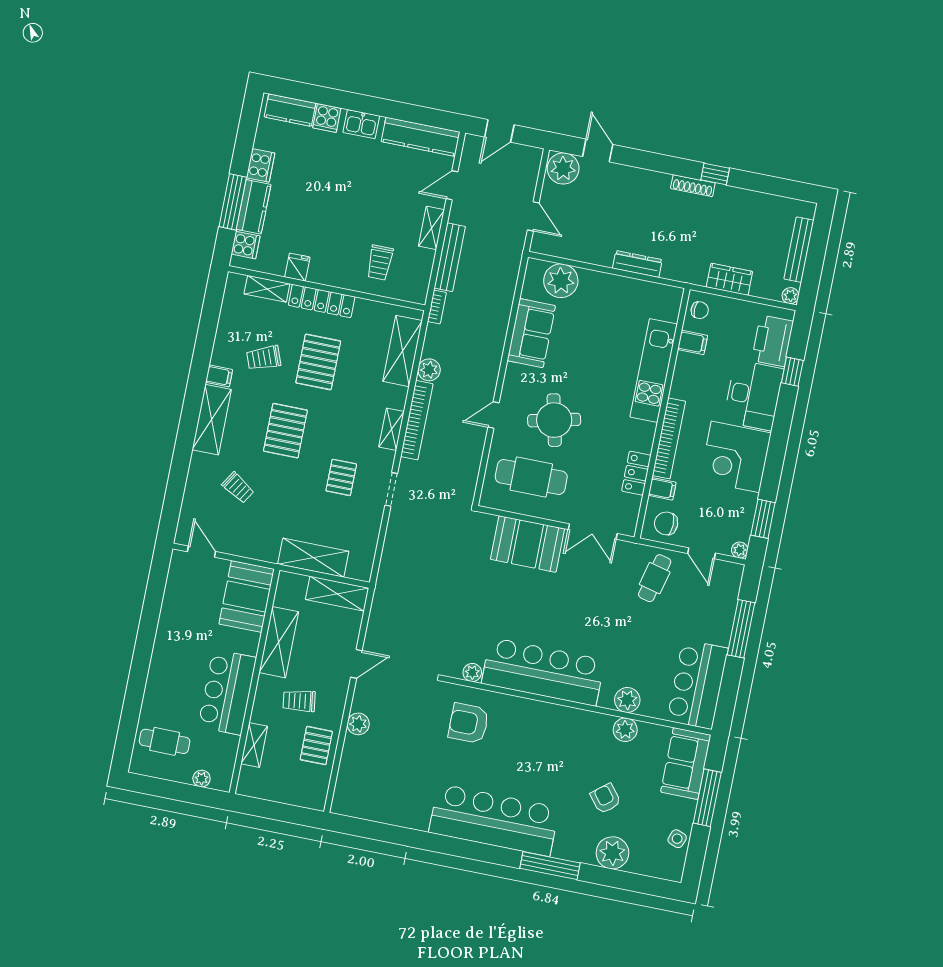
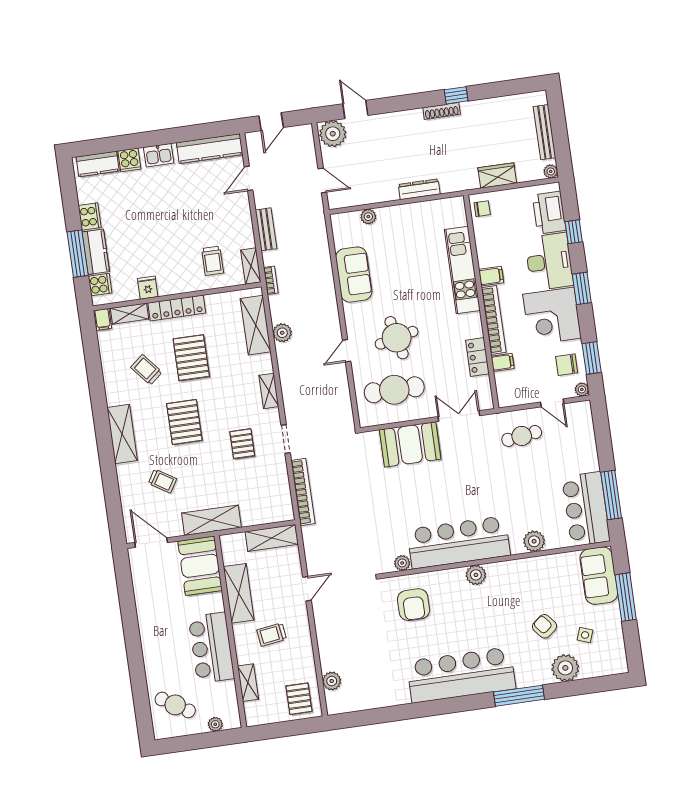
shelving: (431, 228) -> (251, 266), moved
bench: (450, 257) -> (266, 229), width x0.73
plant: (561, 281) -> (368, 217), width x0.53, depth x0.53
filing cabinet: (693, 342) -> (491, 276), moved
trolley: (264, 358) -> (146, 370), turned 71
filing cabinet: (219, 376) -> (103, 319), moved, turned 90
bookcase: (417, 420) -> (303, 492), moved
window: (779, 438) -> (582, 288), added
chair: (666, 523) -> (567, 365), moved
double door: (593, 532) -> (459, 416), swing flipped
door: (201, 552) -> (151, 543), width x1.38
shelving: (313, 558) -> (211, 520), moved
cafe table: (655, 578) -> (522, 436), turned 68
window: (741, 629) -> (611, 495), moved
armchair: (469, 723) -> (414, 605), turned -90
plant: (358, 724) -> (332, 681), moved
plant: (625, 730) -> (476, 575), moved
cafe table: (165, 741) -> (175, 705), turned 32
pallet: (316, 746) -> (299, 699), moved
side table: (677, 839) -> (585, 635), moved

